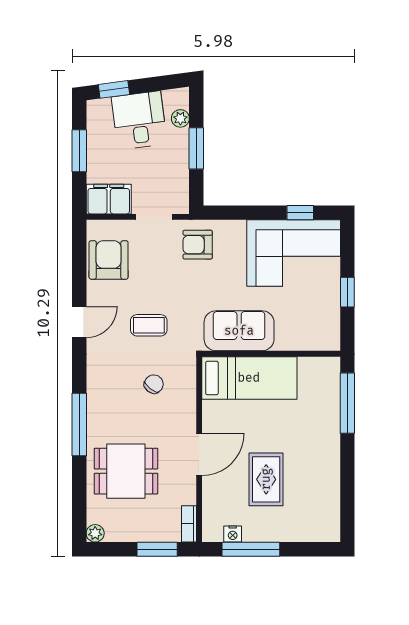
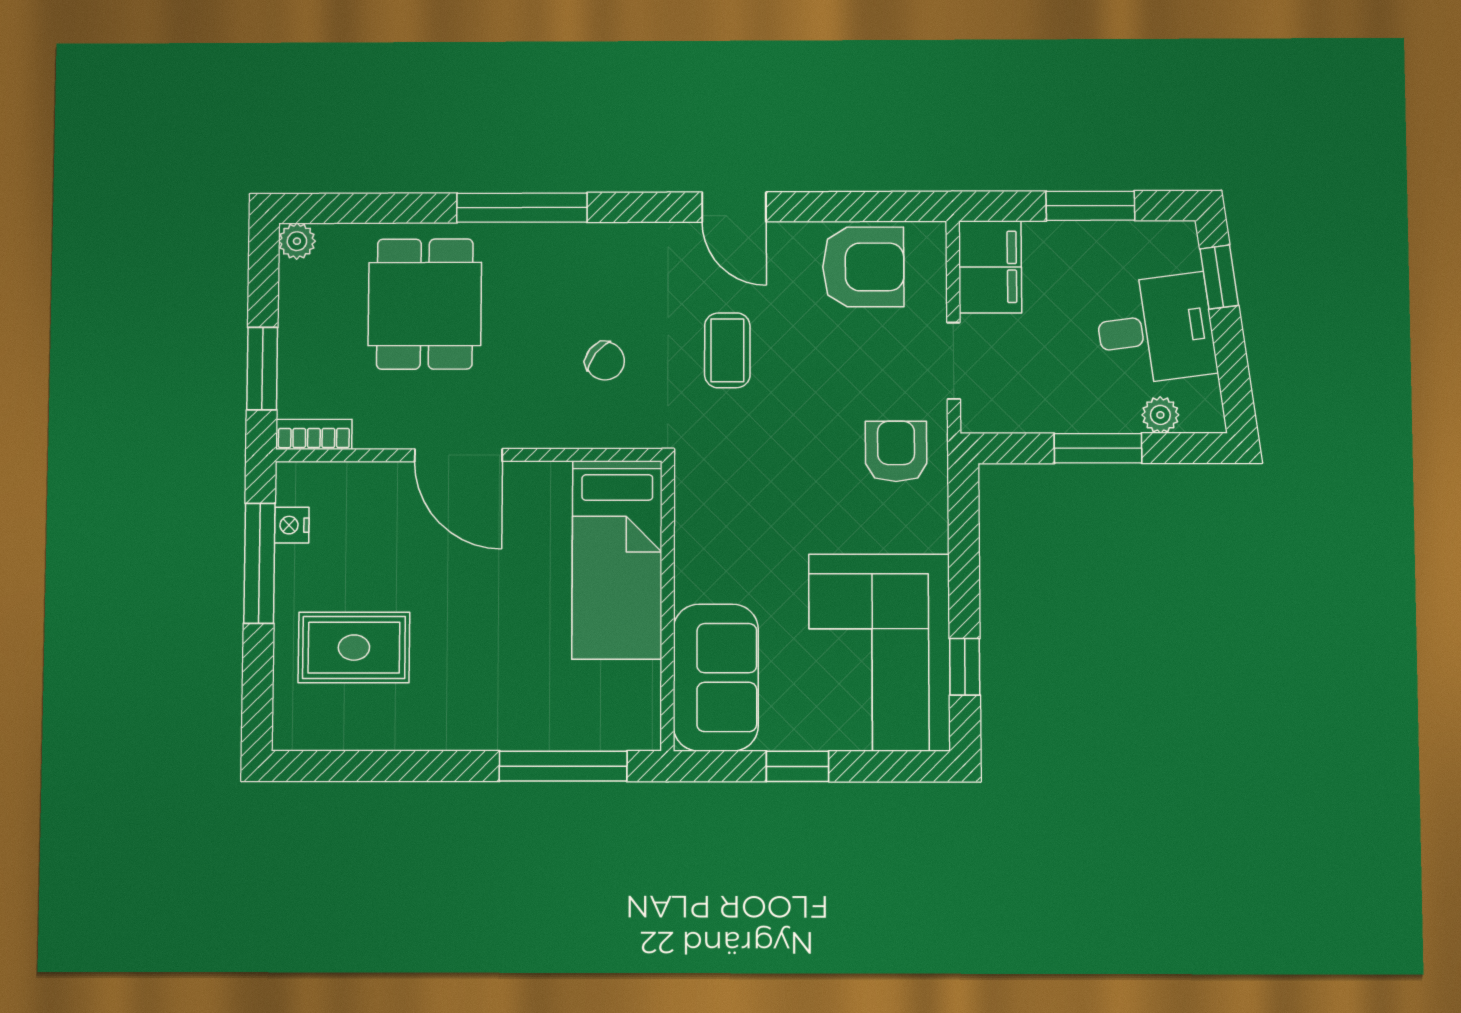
sofa: (239, 331) -> (716, 678), moved
rug: (266, 479) -> (354, 648), moved

